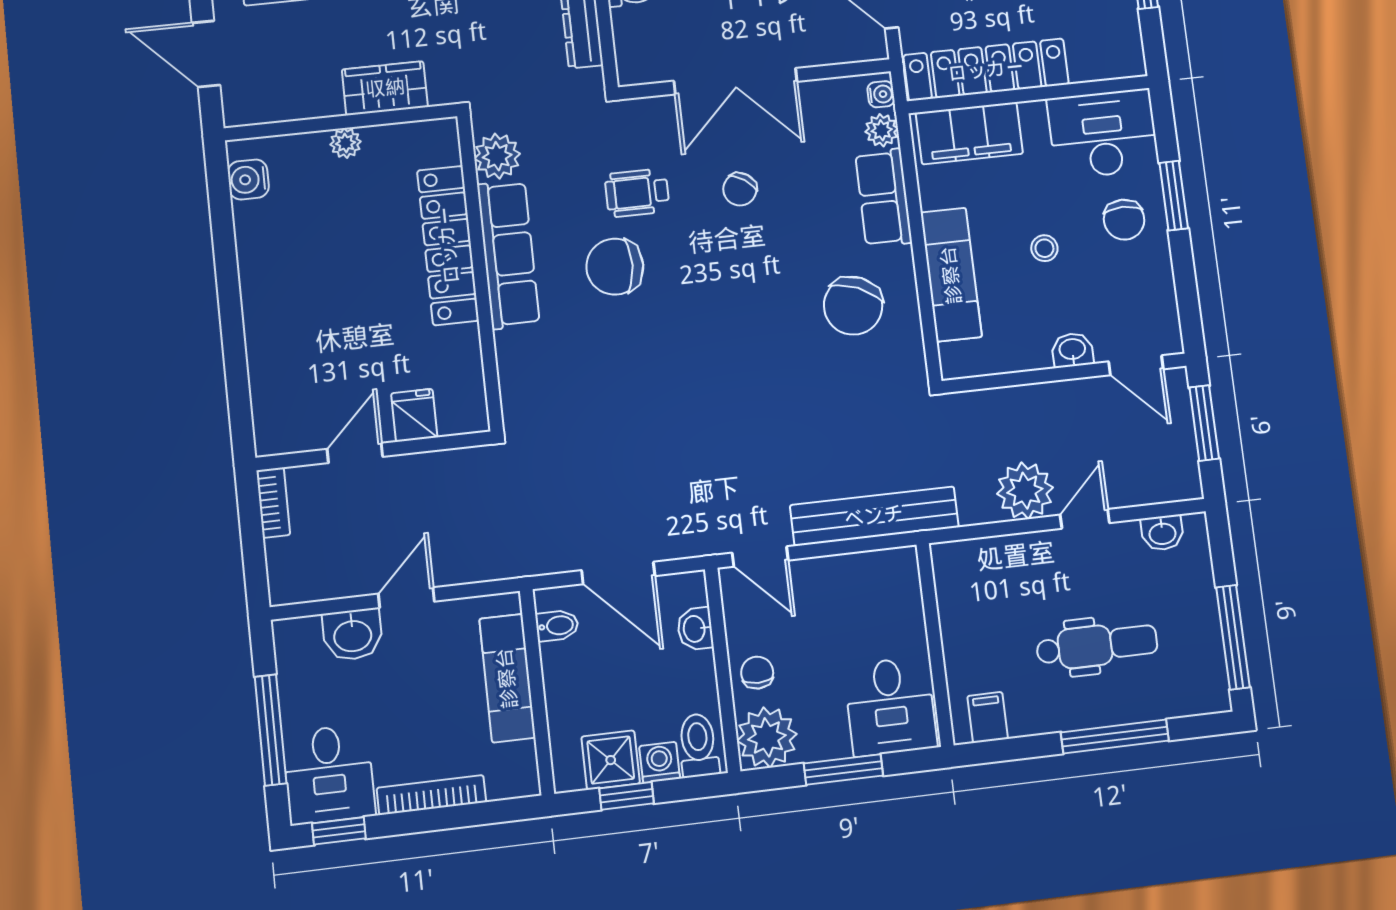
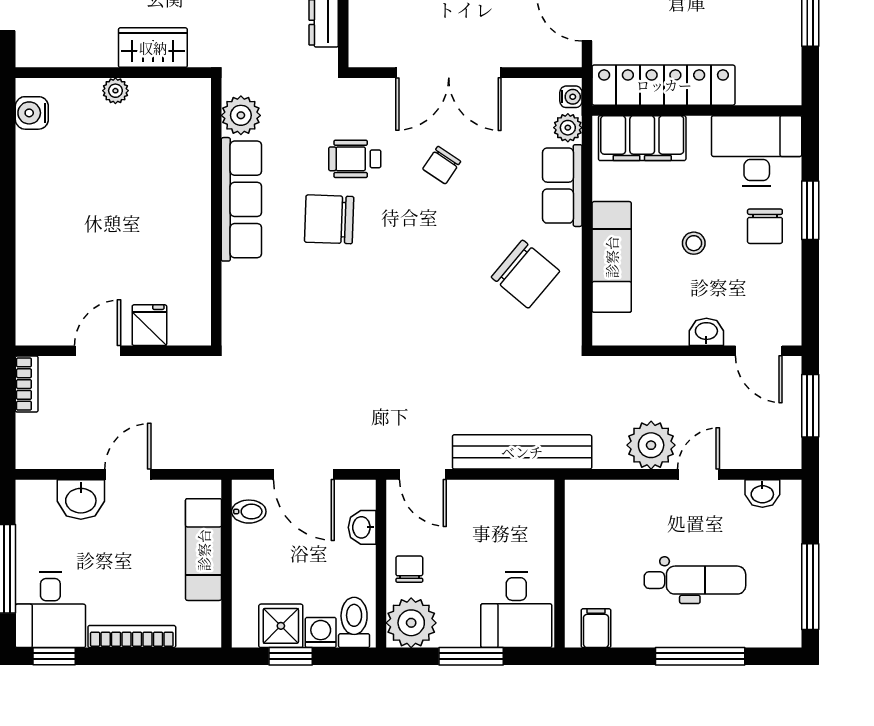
locker: (448, 245) -> (192, 186), removed
chair: (853, 306) -> (525, 274), turned -73

